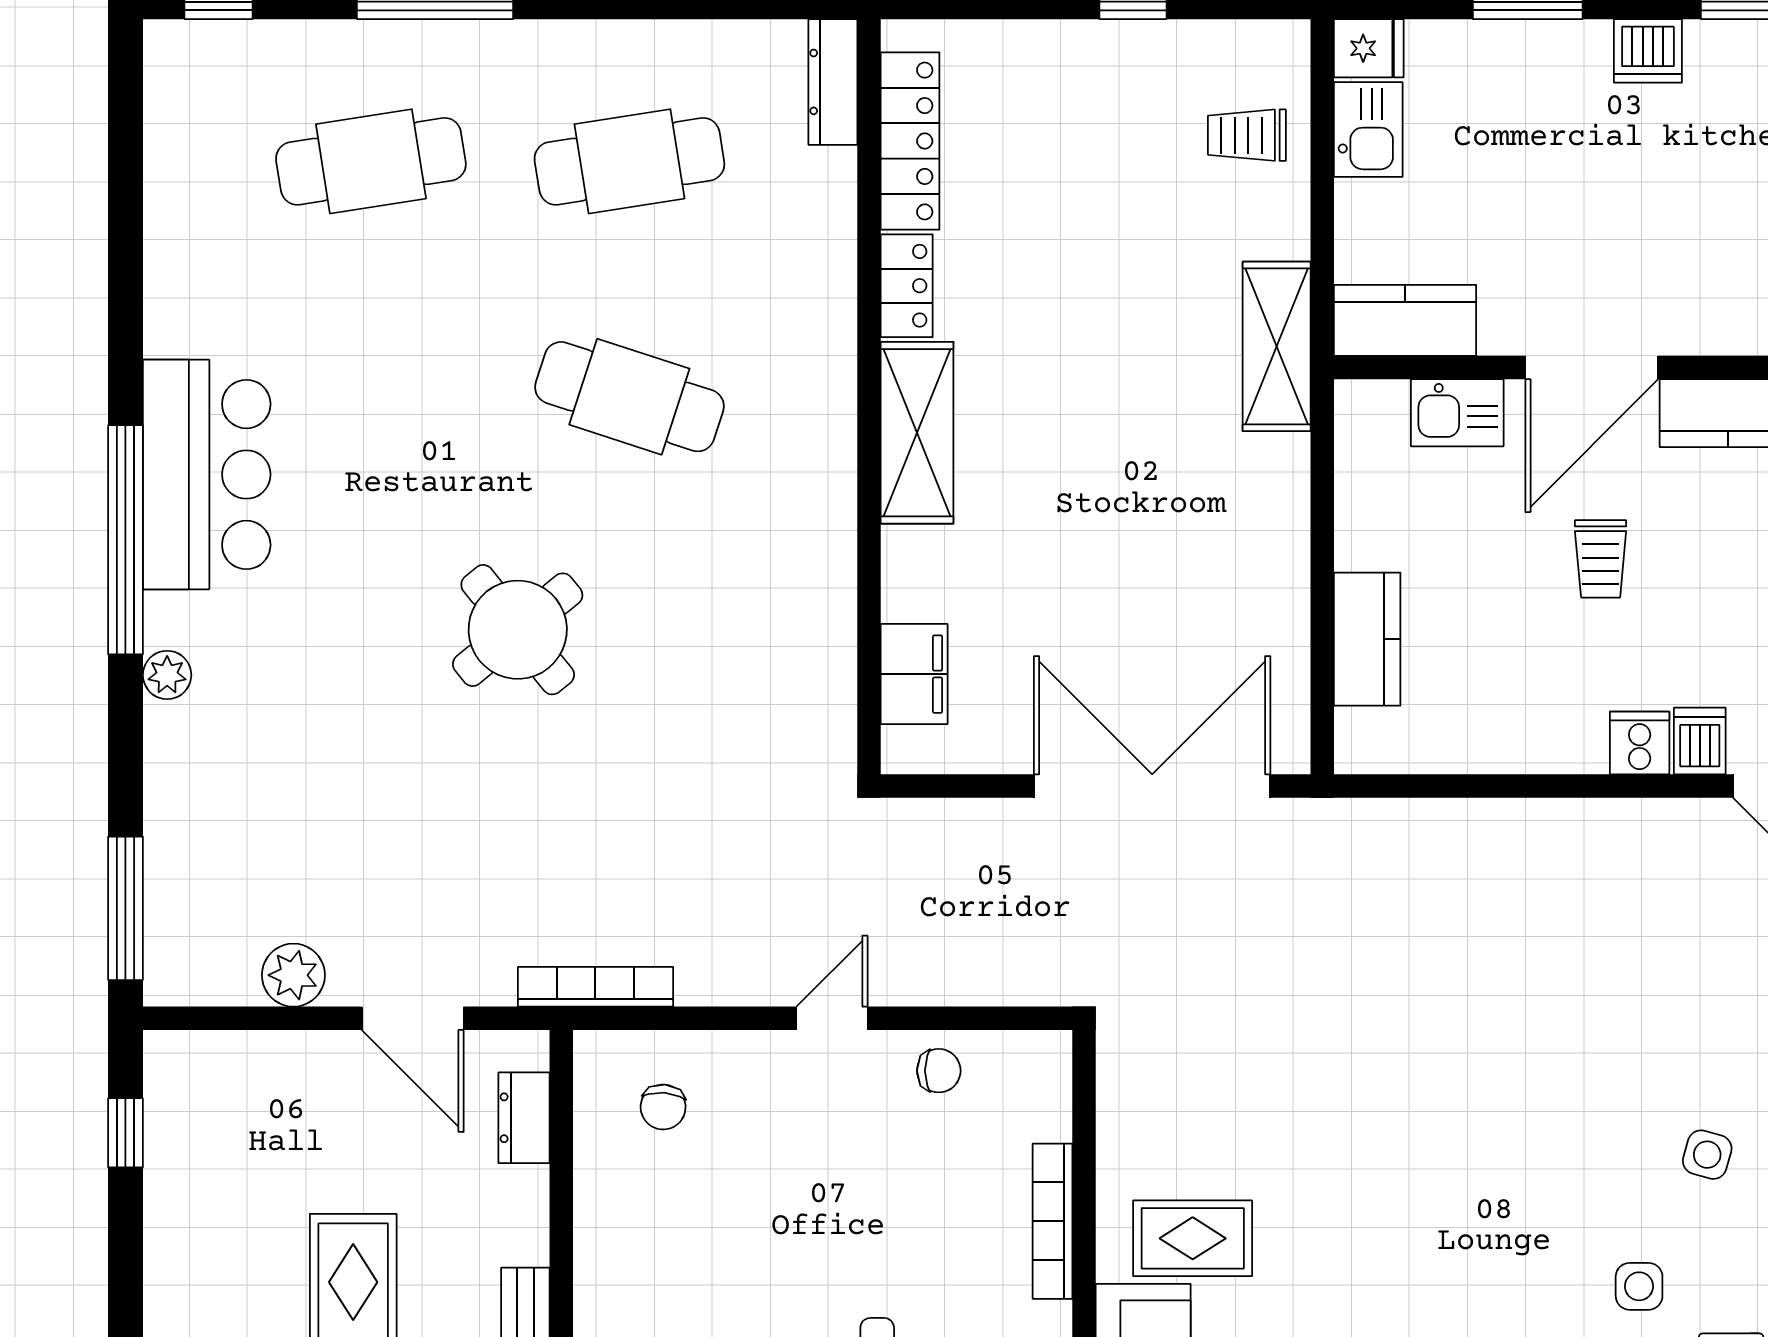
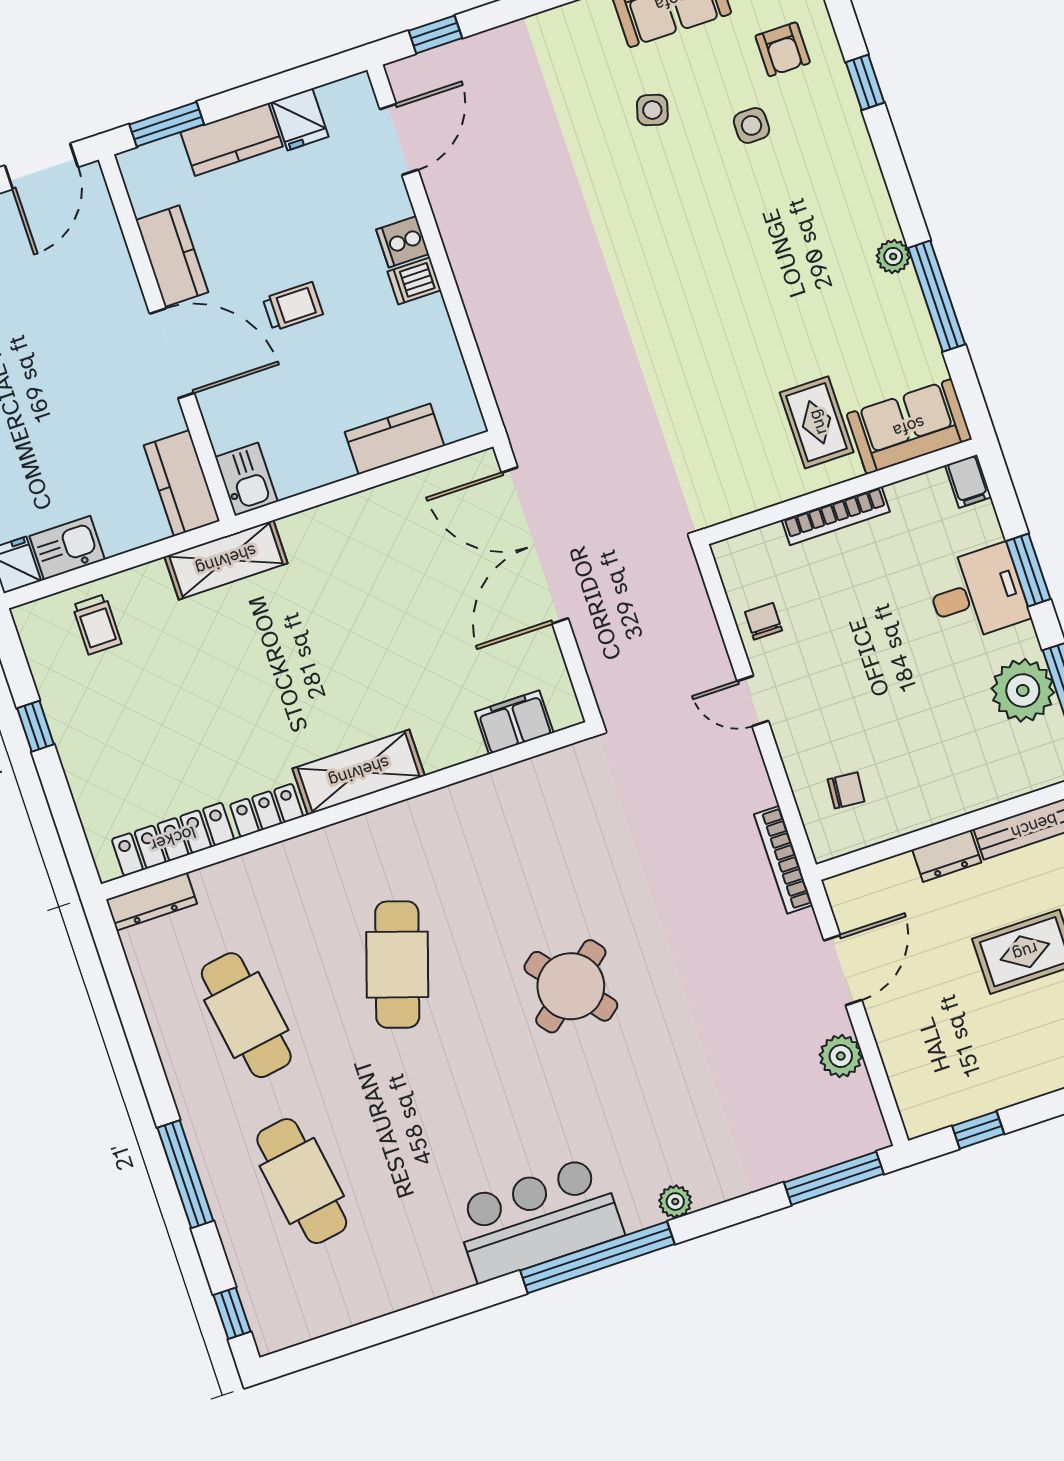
kitchen sink: (1457, 413) -> (246, 479), moved
dishwasher: (1700, 741) -> (414, 281), moved
dresser: (524, 1118) -> (947, 856), moved

